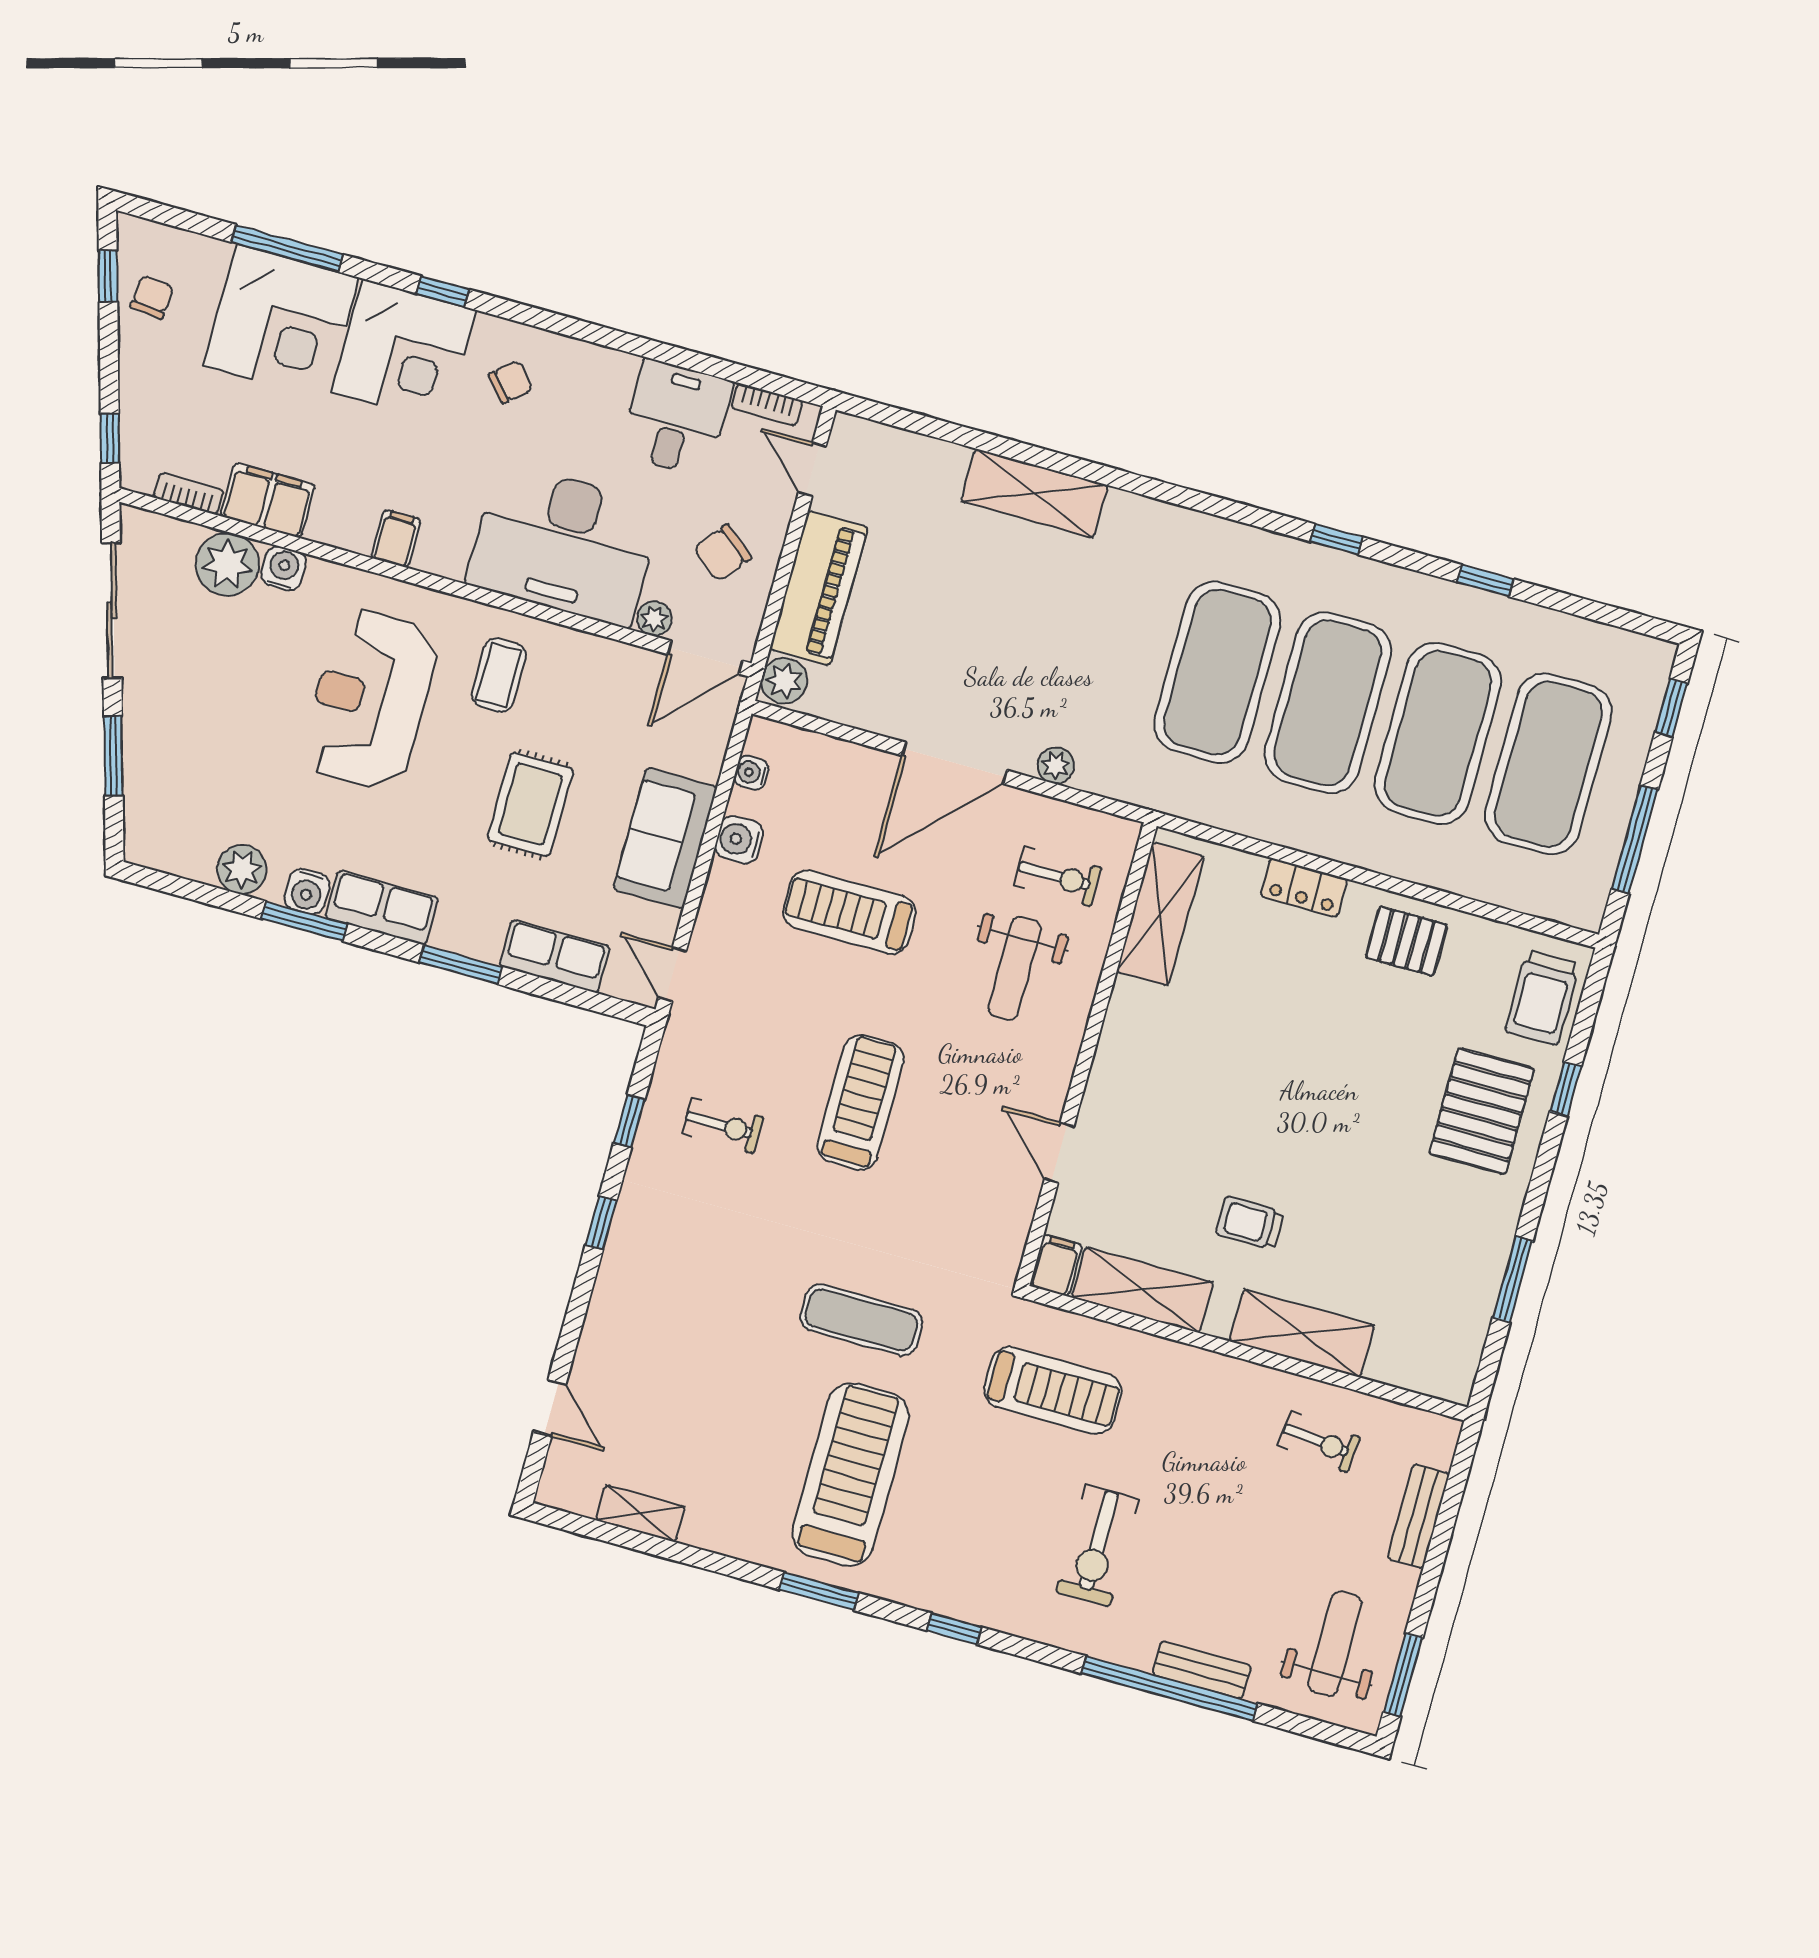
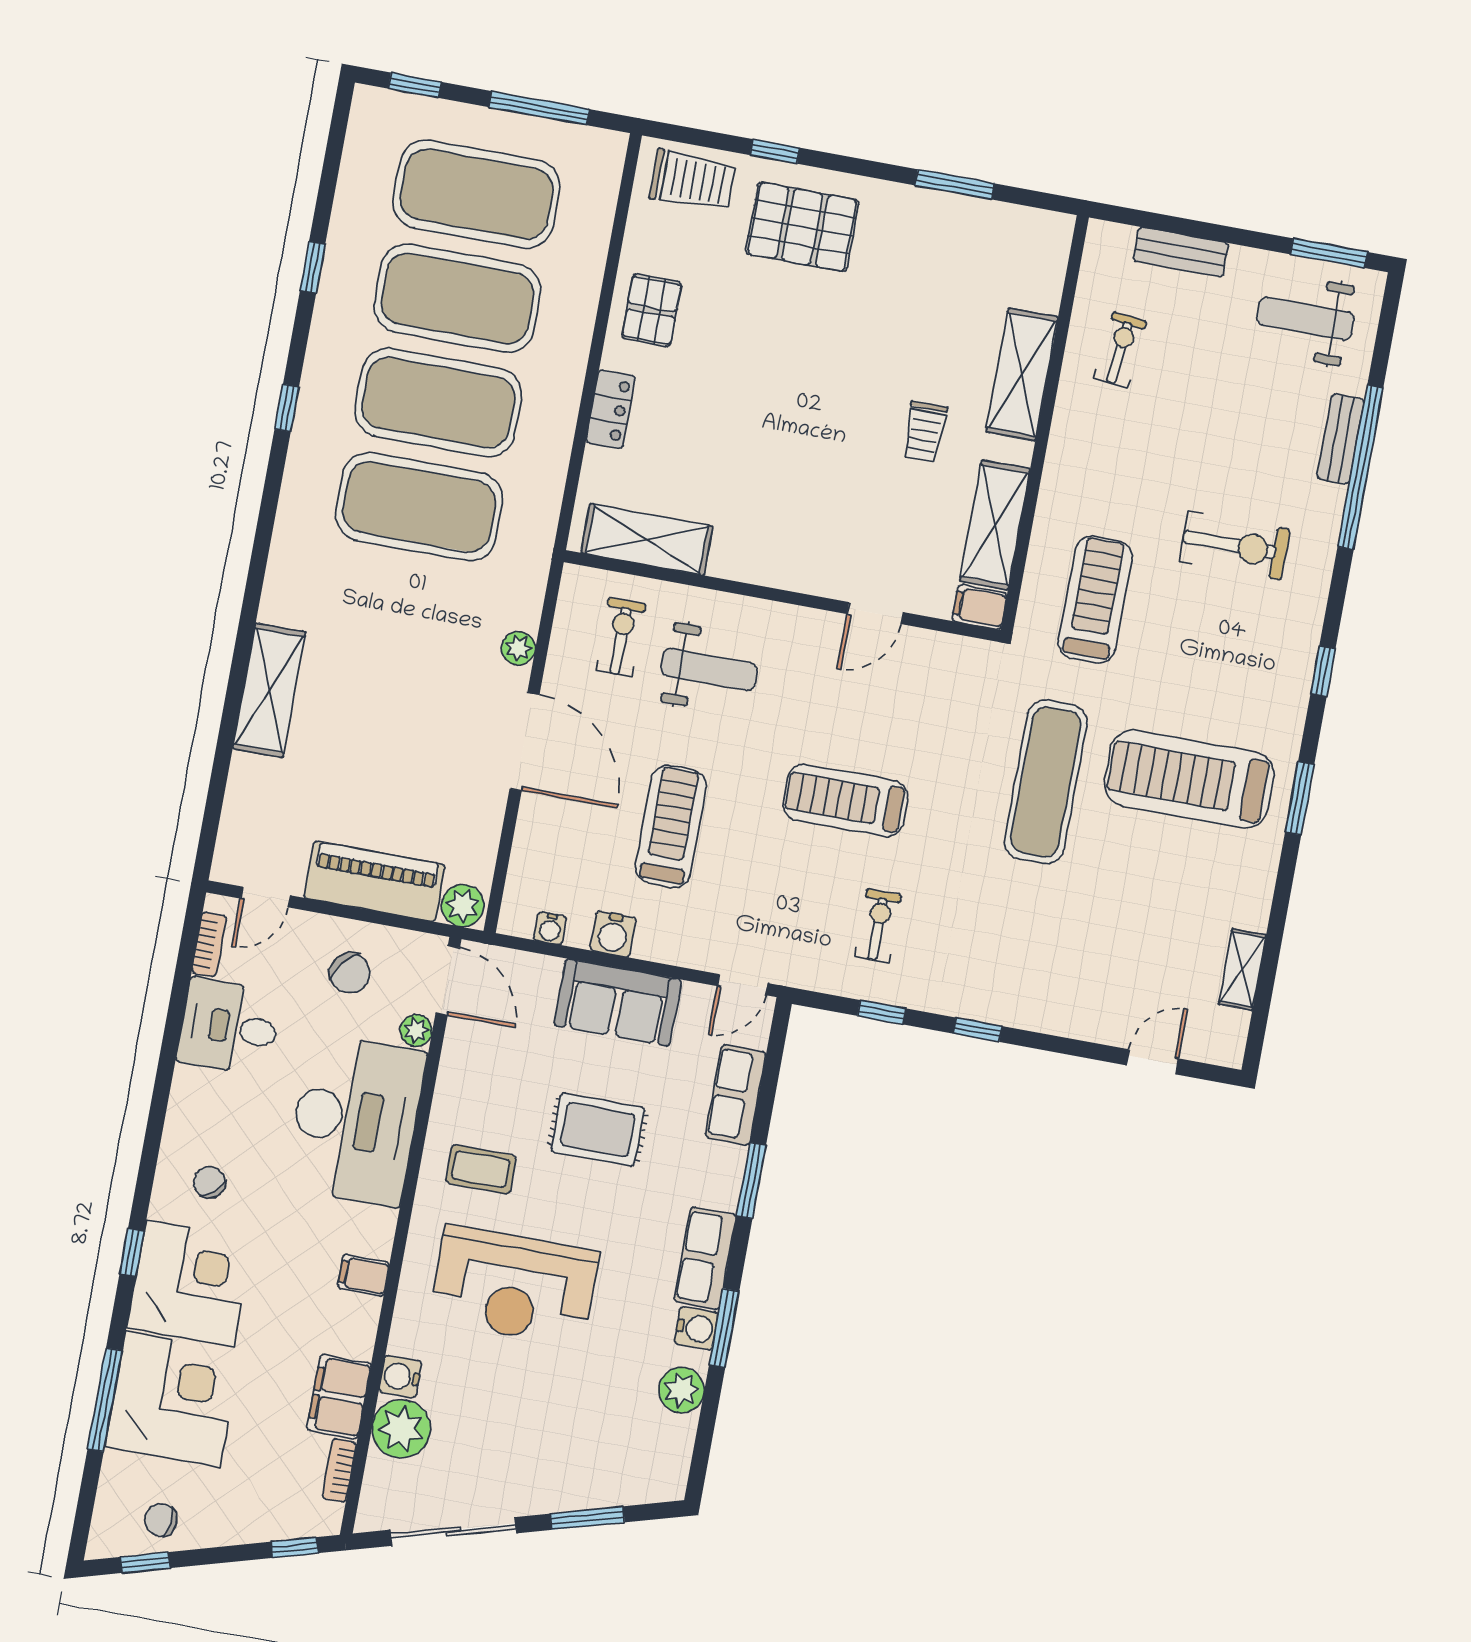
treadmill: (849, 912) -> (671, 826), turned 180
exercise mat: (861, 1320) -> (1046, 782), width x1.36, depth x1.45

